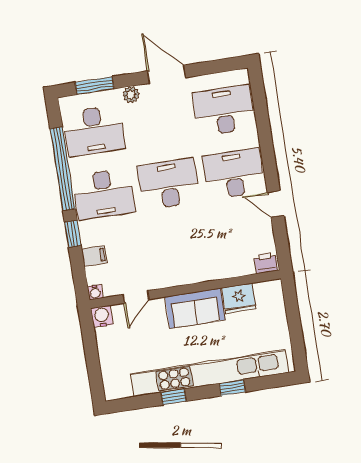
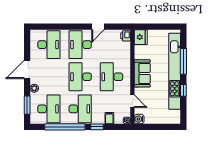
desk: (224, 111) -> (49, 45), turned 180
desk: (179, 247) -> (111, 77), added
fridge: (239, 298) -> (141, 37), moved
window: (232, 388) -> (183, 61), width x2.17

